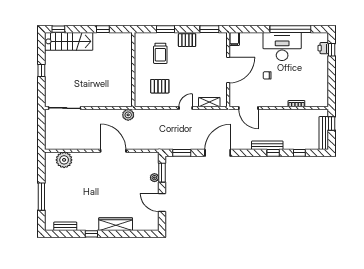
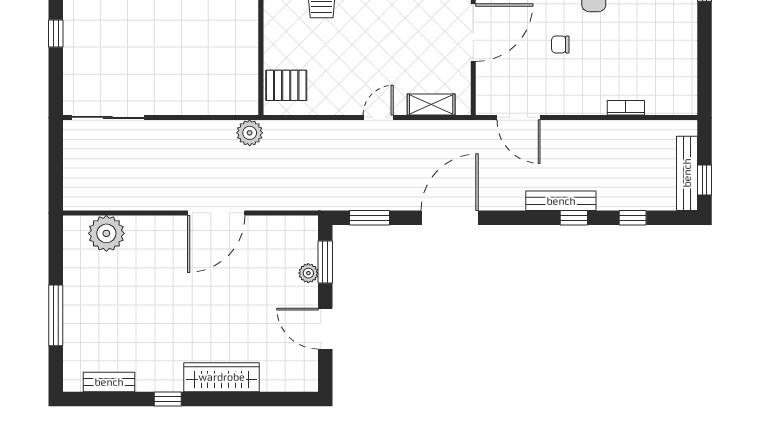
pallet: (160, 86) -> (286, 85), moved
window: (332, 124) -> (705, 180), moved
door: (113, 151) -> (216, 213), swing flipped

